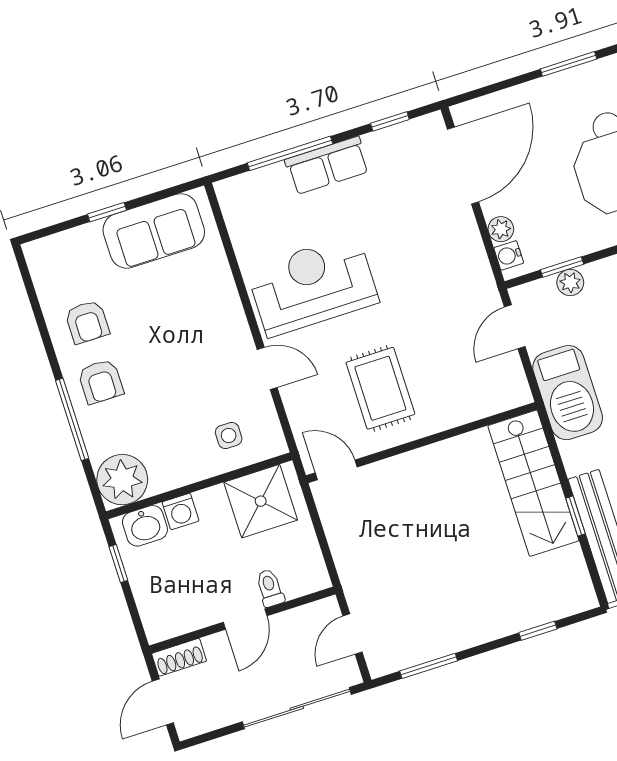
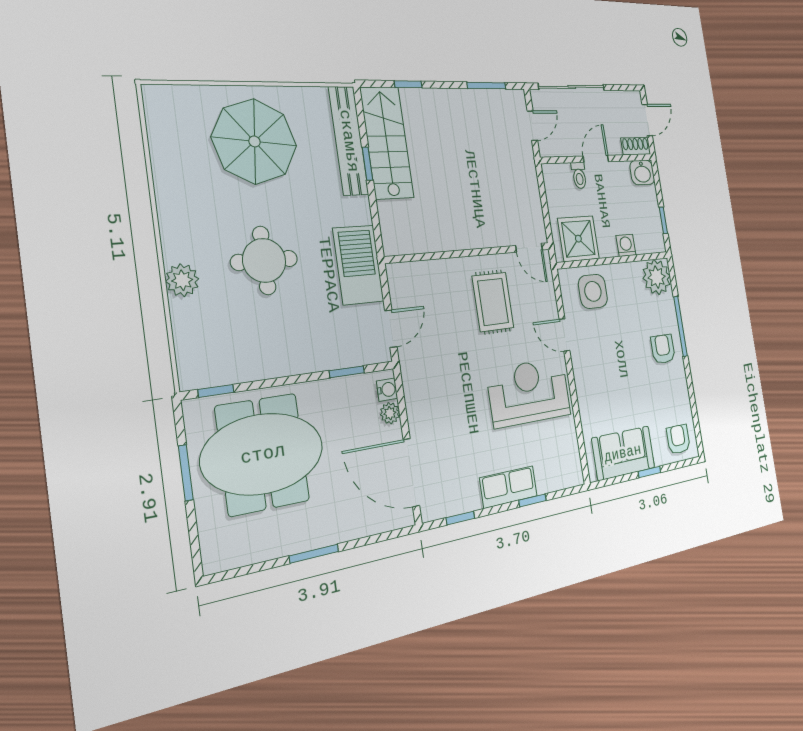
window: (290, 153) -> (532, 500), width x0.46
door: (463, 166) -> (411, 473), hinge flipped
plant: (570, 283) -> (342, 357), removed
reception desk: (313, 285) -> (529, 392), turned 180
armchair: (87, 322) -> (678, 439), moved
side table: (229, 435) -> (593, 291), width x1.87, depth x1.87
stairs: (533, 483) -> (387, 143), moved
washbasin: (145, 526) -> (642, 172), moved, turned 180

